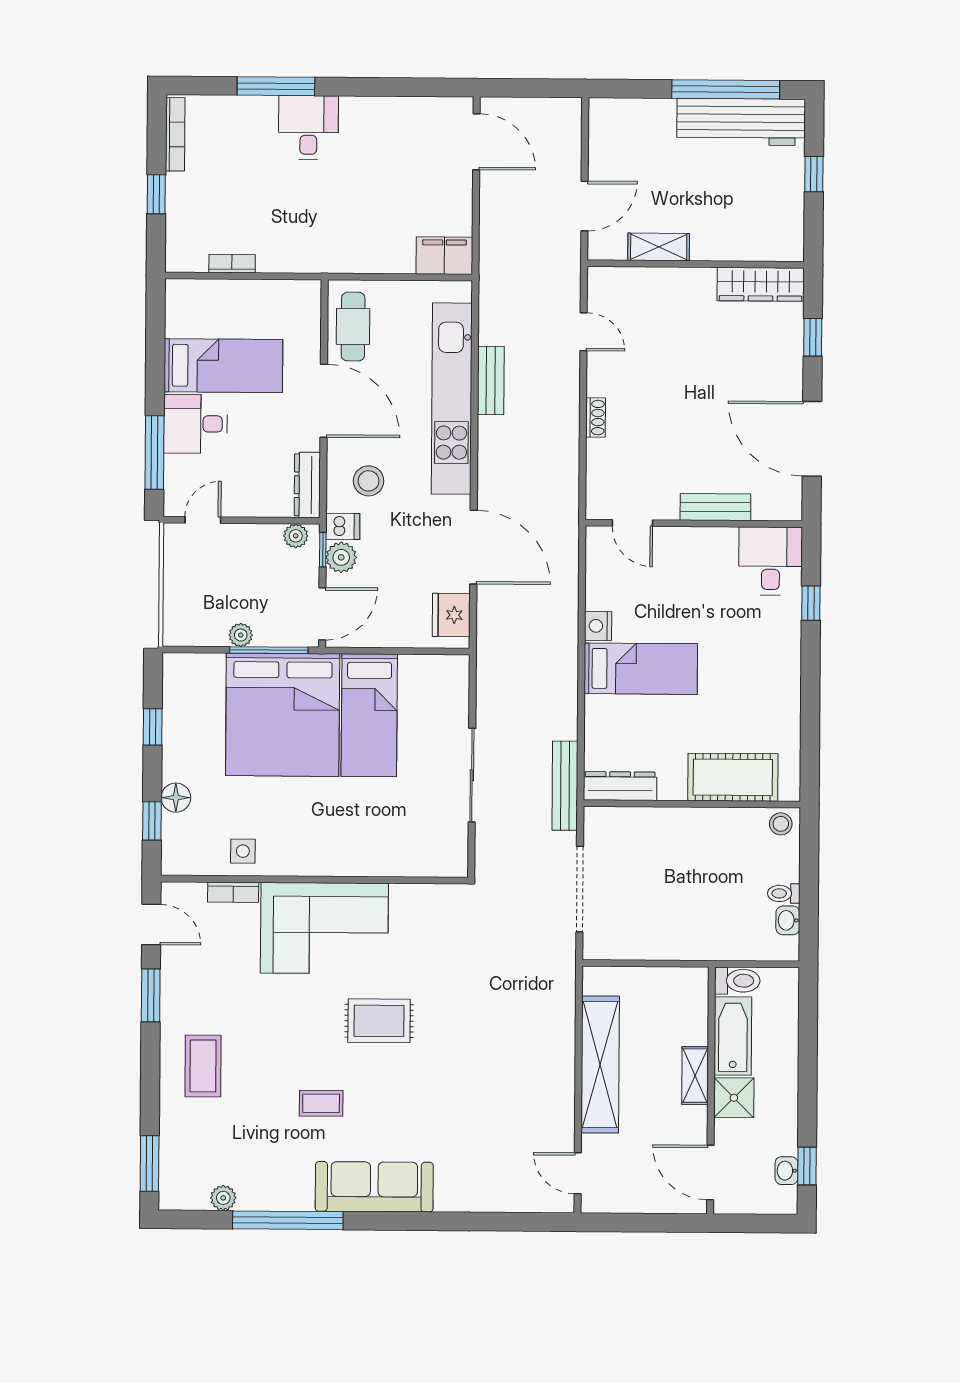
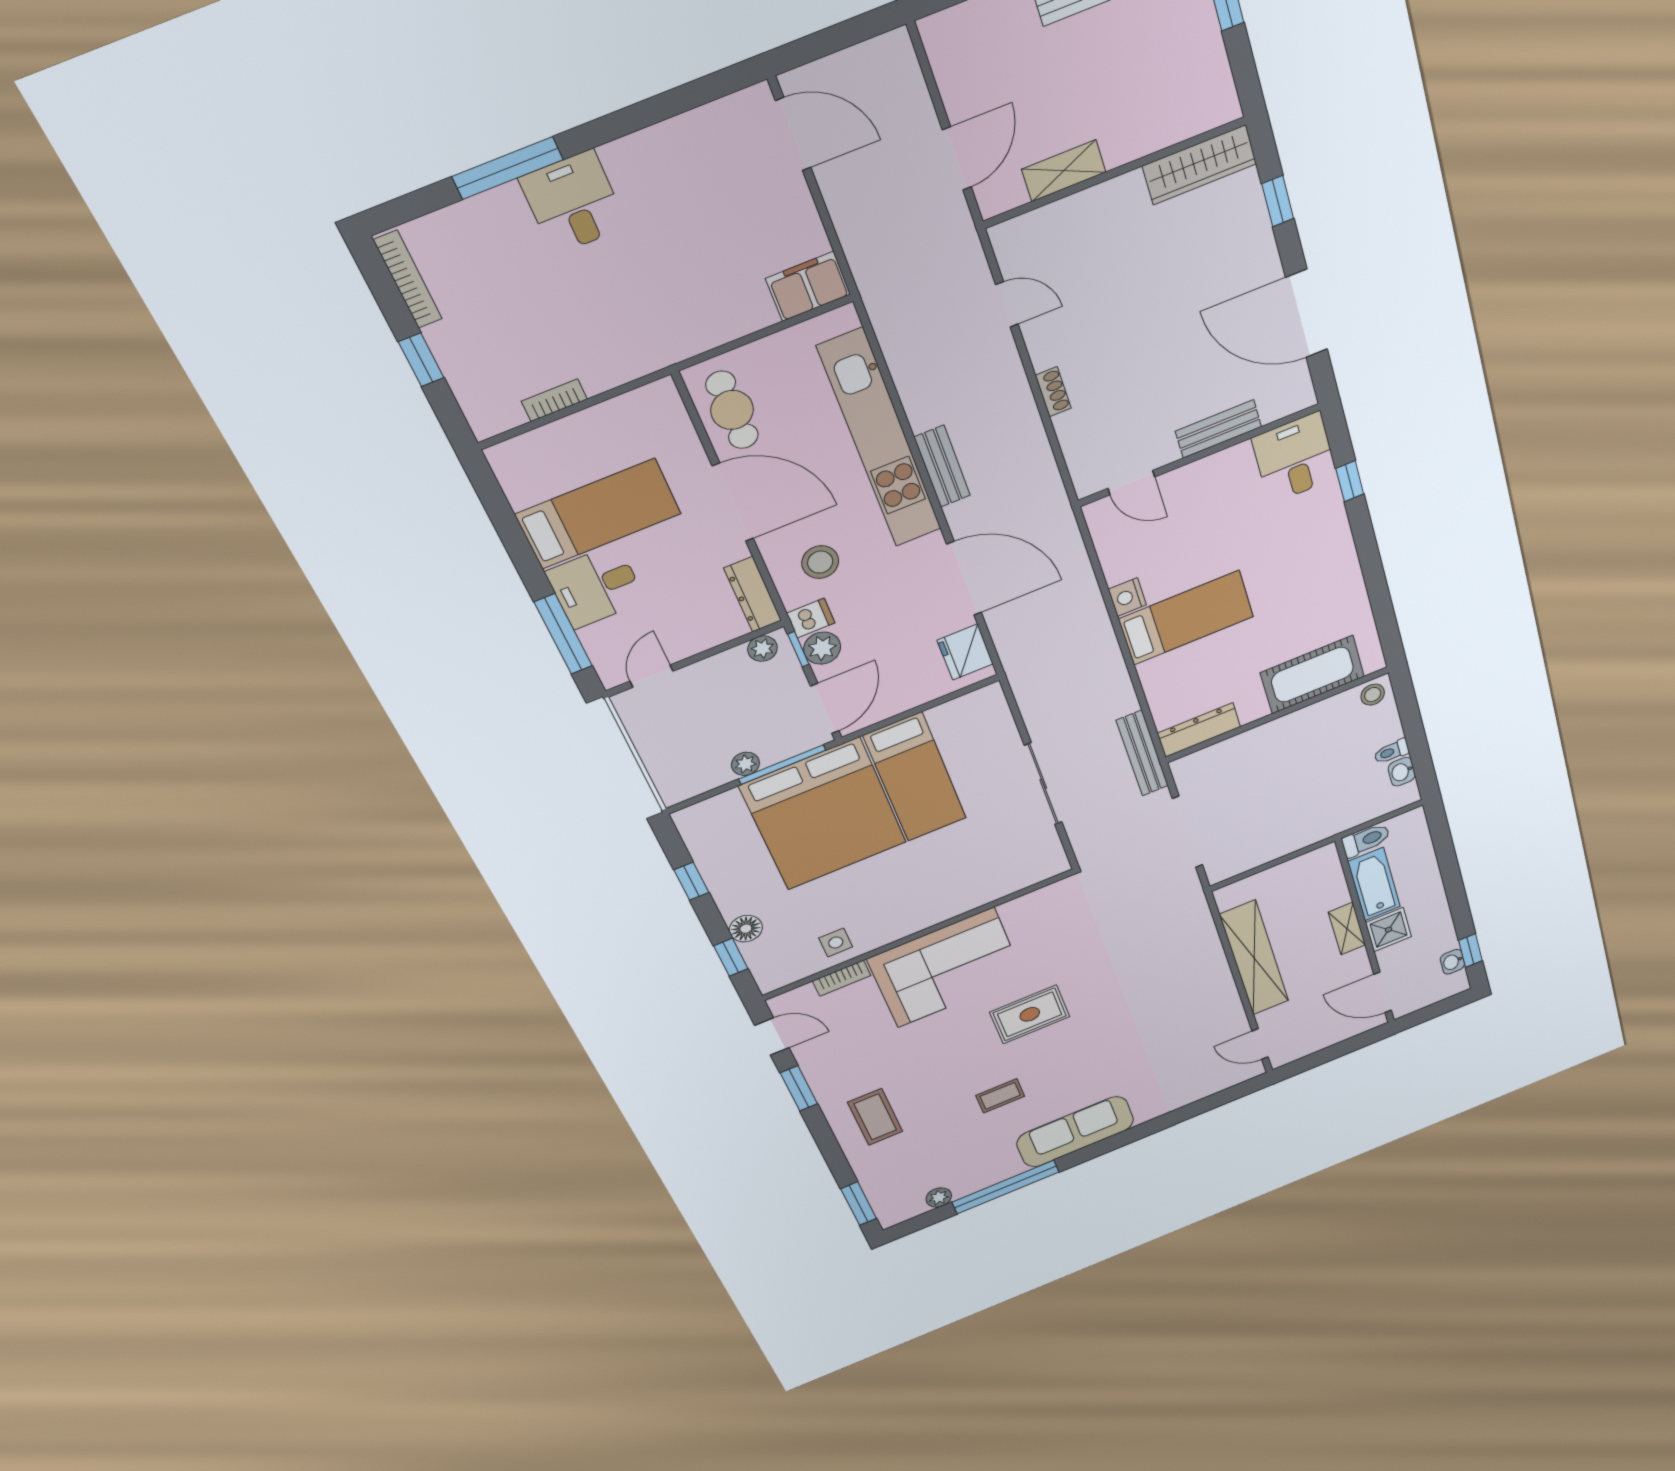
bench: (491, 381) -> (942, 466), moved

